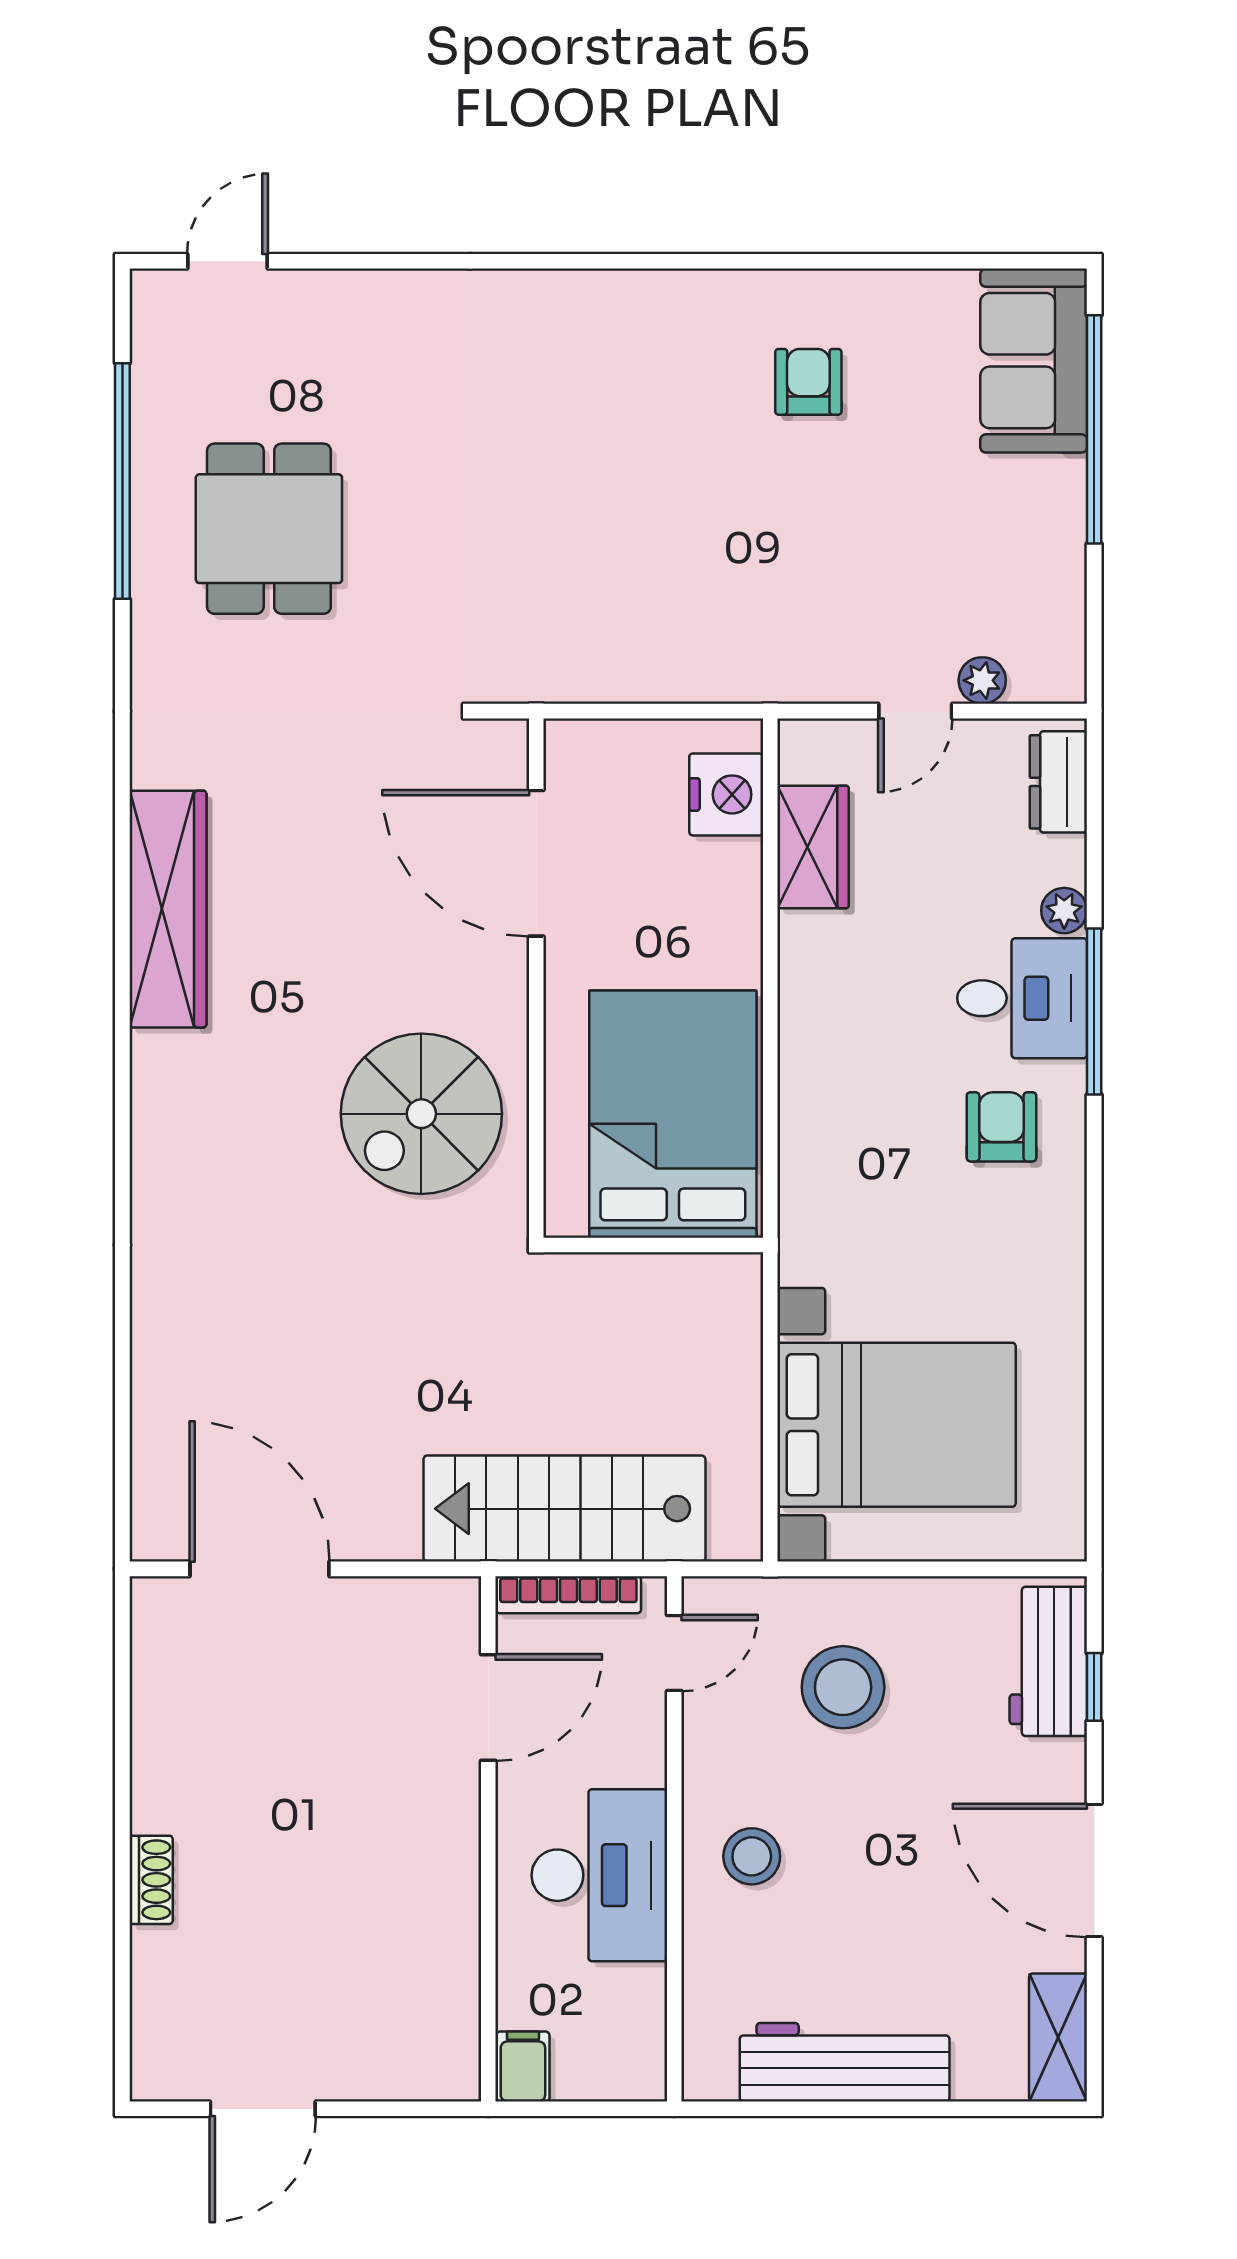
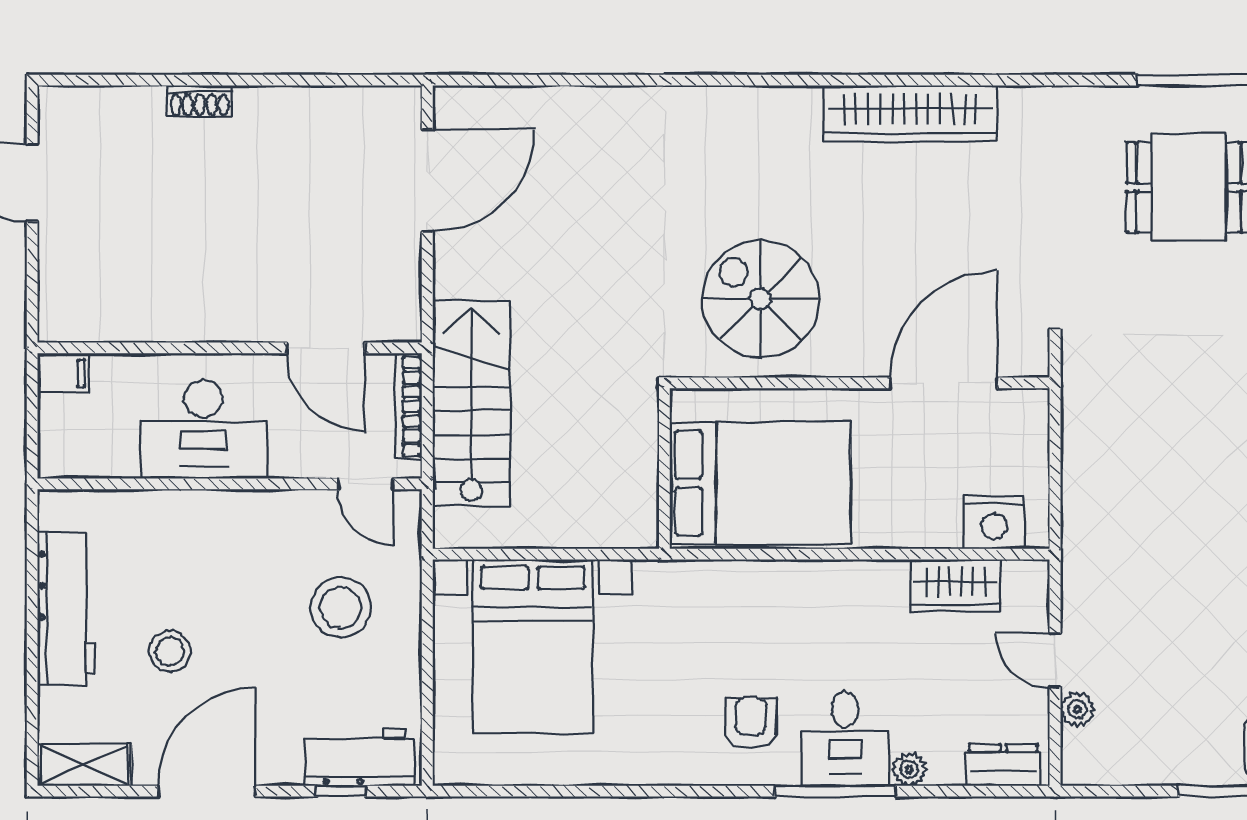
armchair: (1001, 1127) -> (751, 723), turned -90
stool: (752, 1856) -> (170, 652), moved

